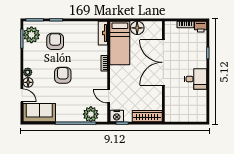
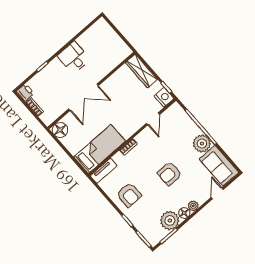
floor lamp: (137, 28) -> (60, 130), moved
plant: (31, 35) -> (170, 221), moved
armchair: (55, 41) -> (129, 195), moved, turned -90
double door: (163, 62) -> (83, 97), width x0.73
floor lamp: (28, 82) -> (184, 213), moved
plant: (91, 114) -> (202, 143), moved

